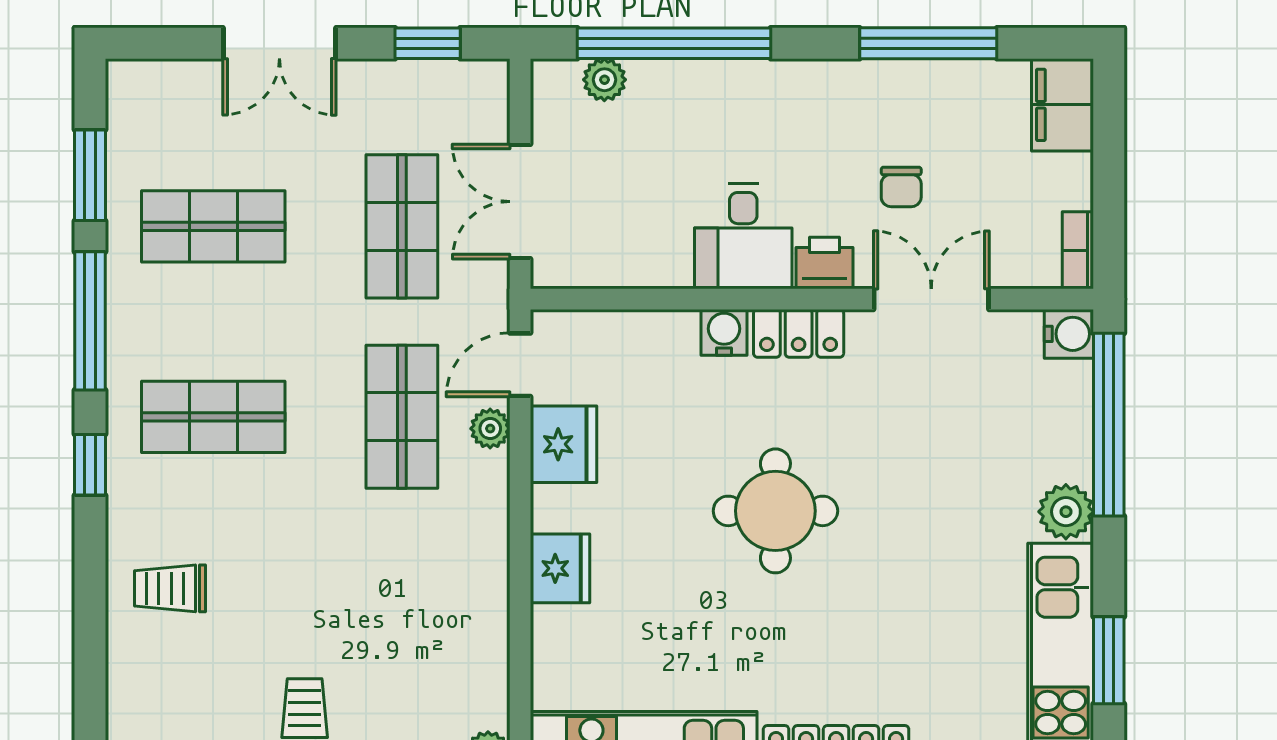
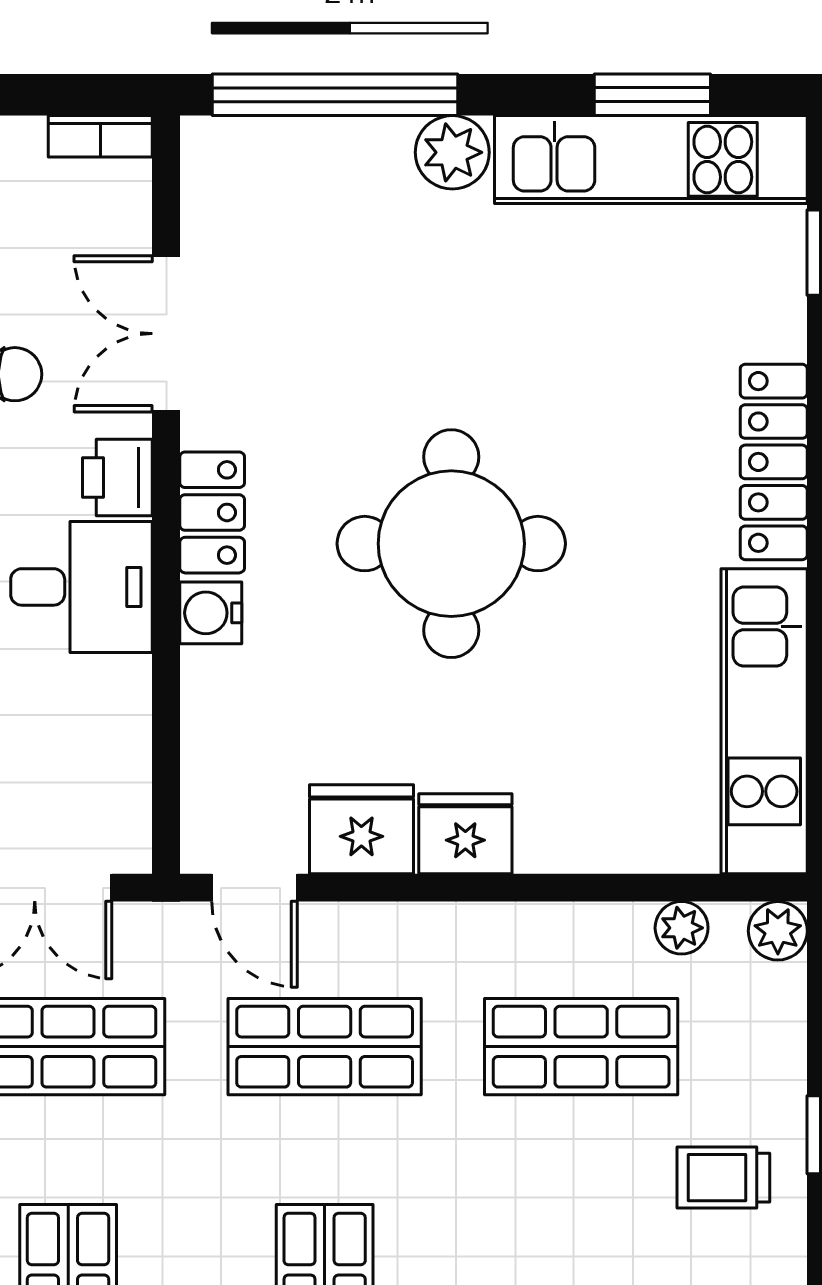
water cooler: (1069, 334) -> (213, 148), removed
plant: (490, 429) -> (682, 928), moved
round table: (775, 511) -> (451, 544), width x1.36, depth x1.36
fridge: (560, 568) -> (465, 834), moved
shop shelf: (402, 607) -> (581, 1047), added

